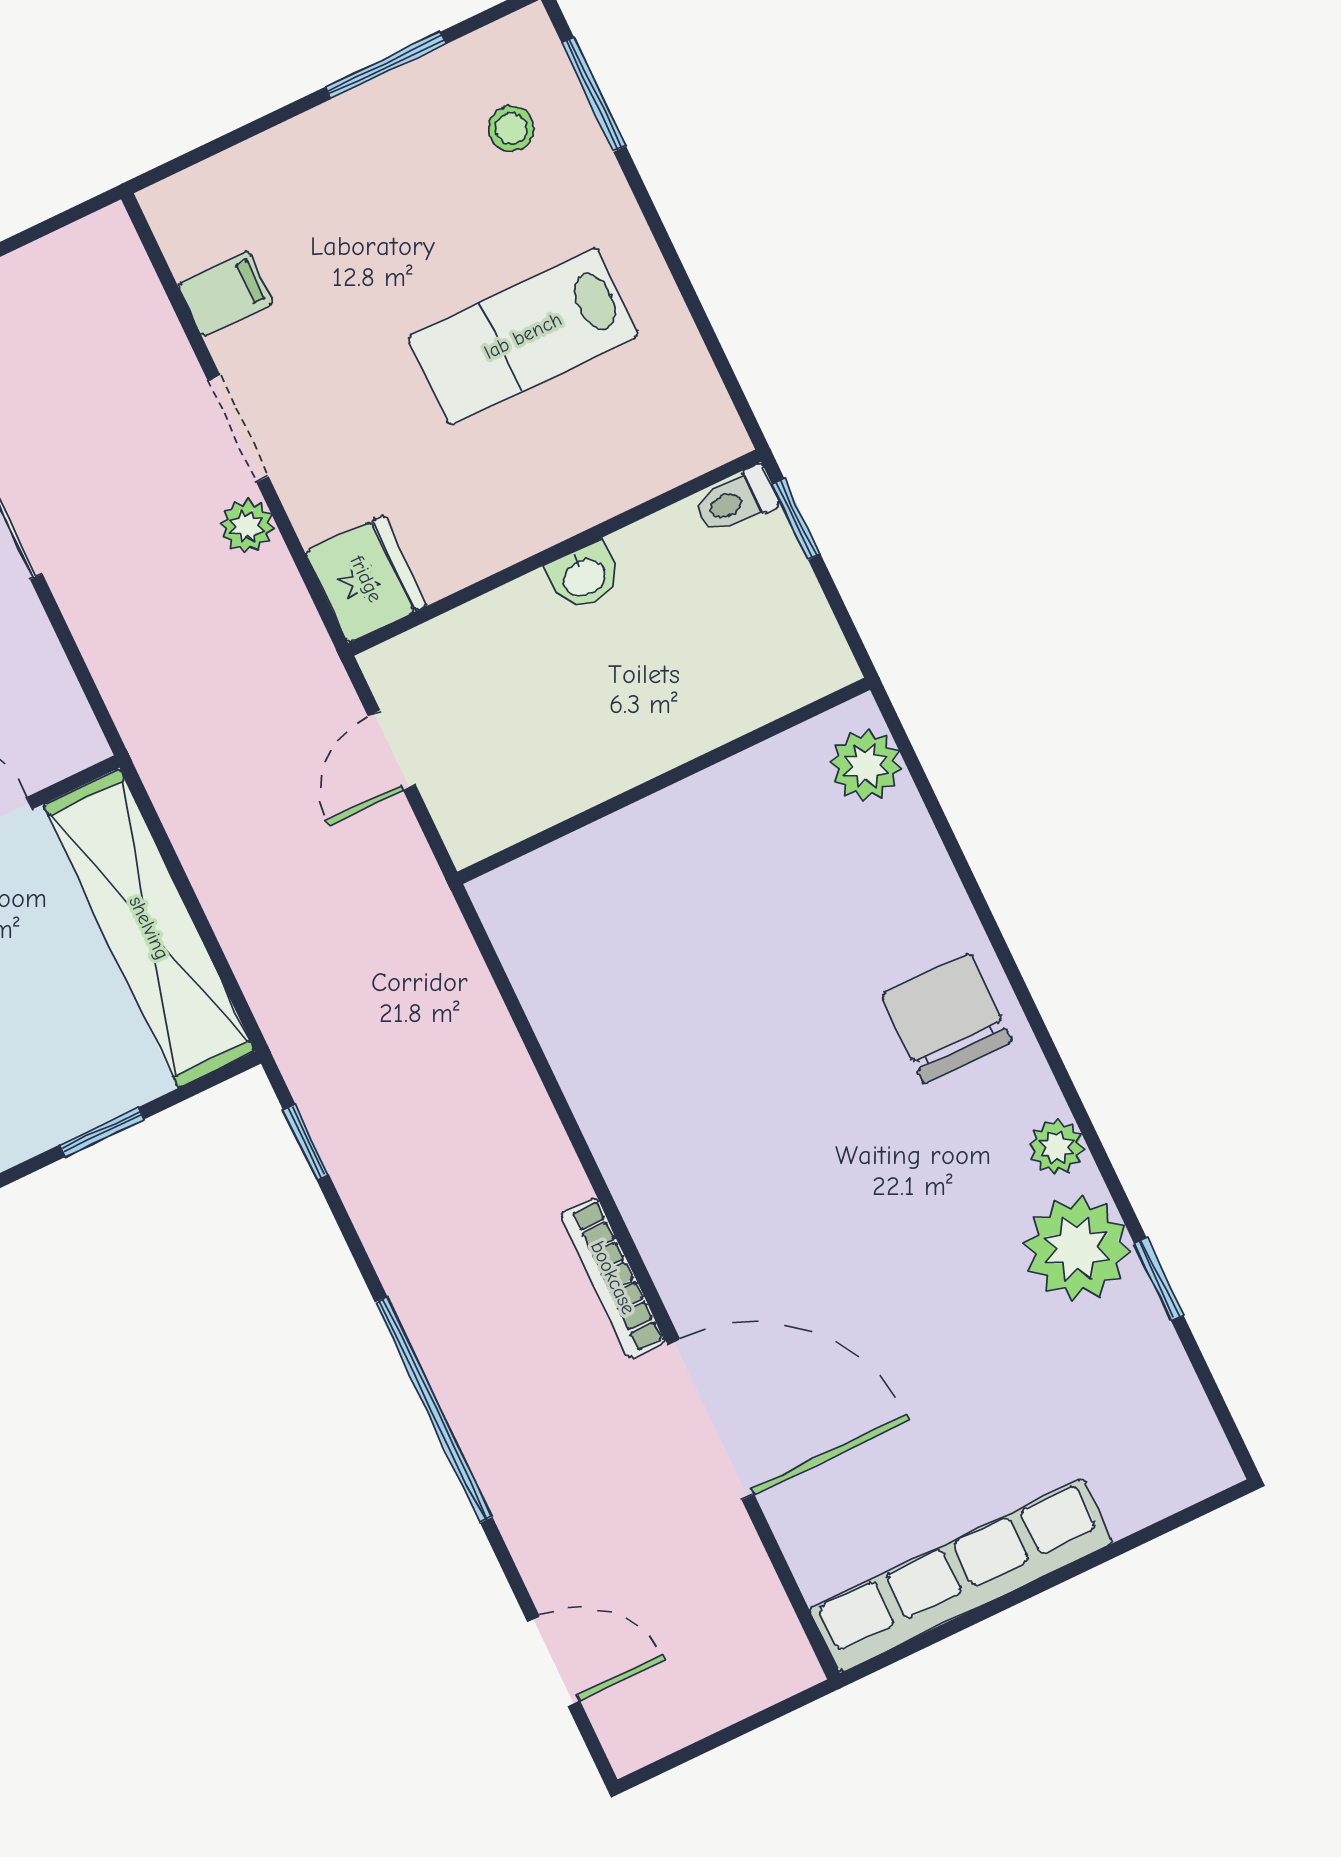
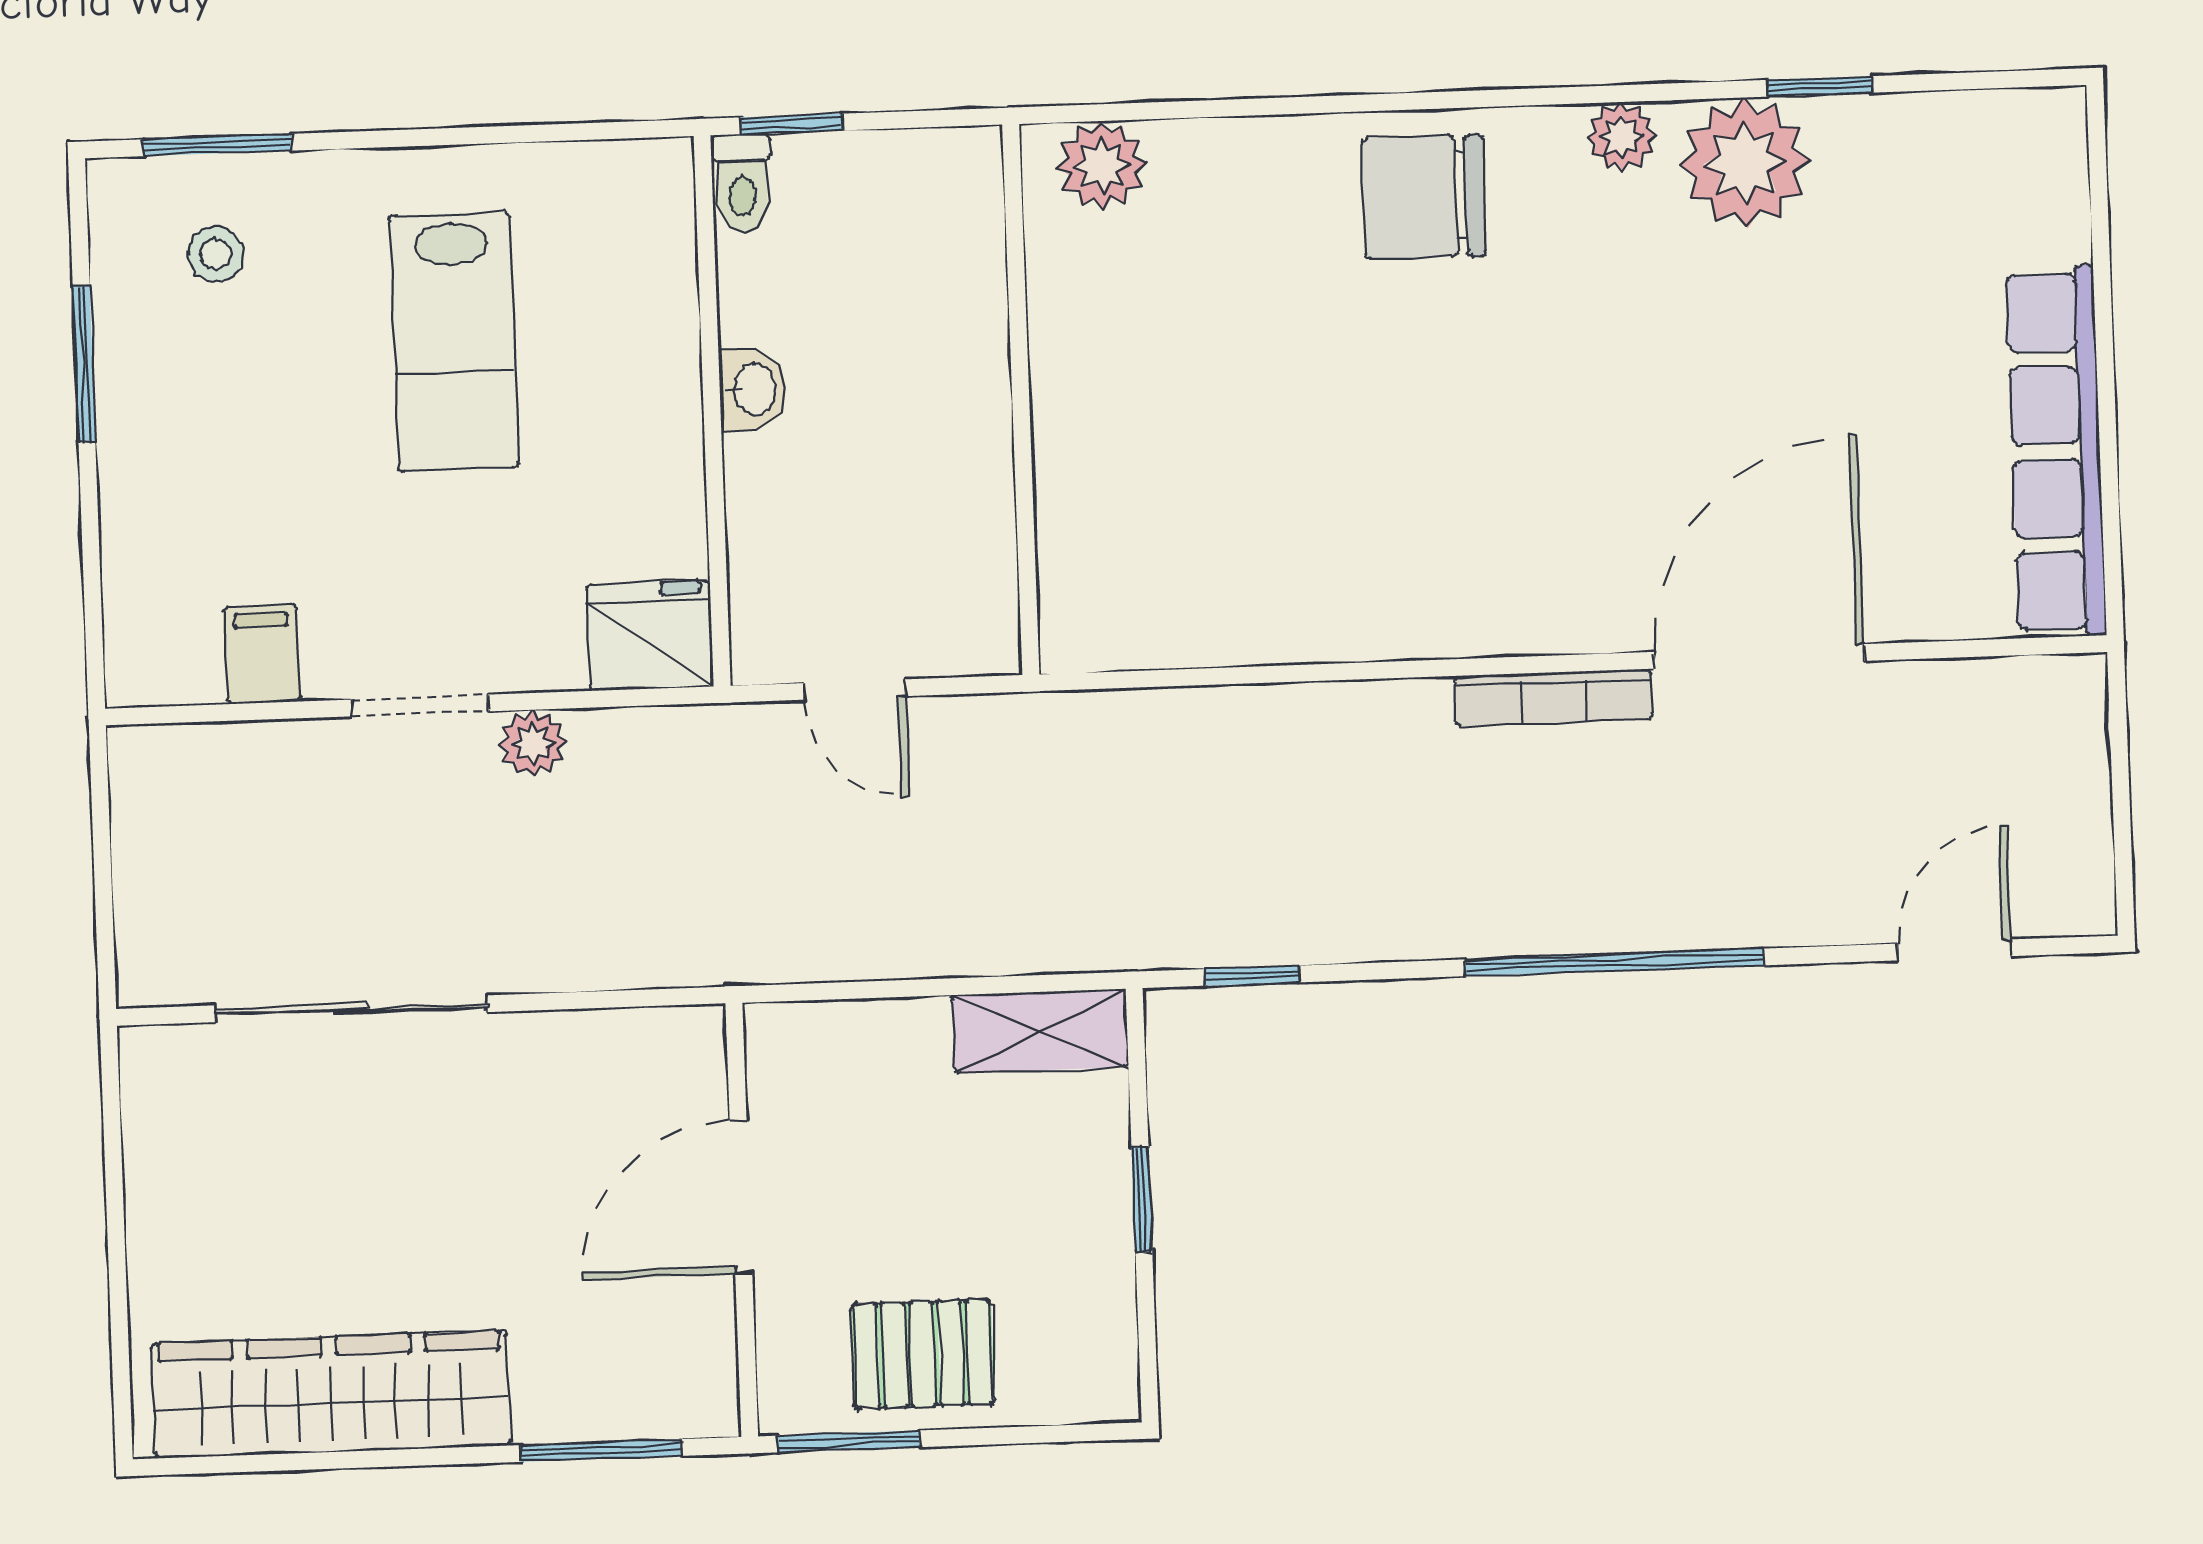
shelving: (149, 928) -> (1040, 1031), width x0.45, depth x0.75

